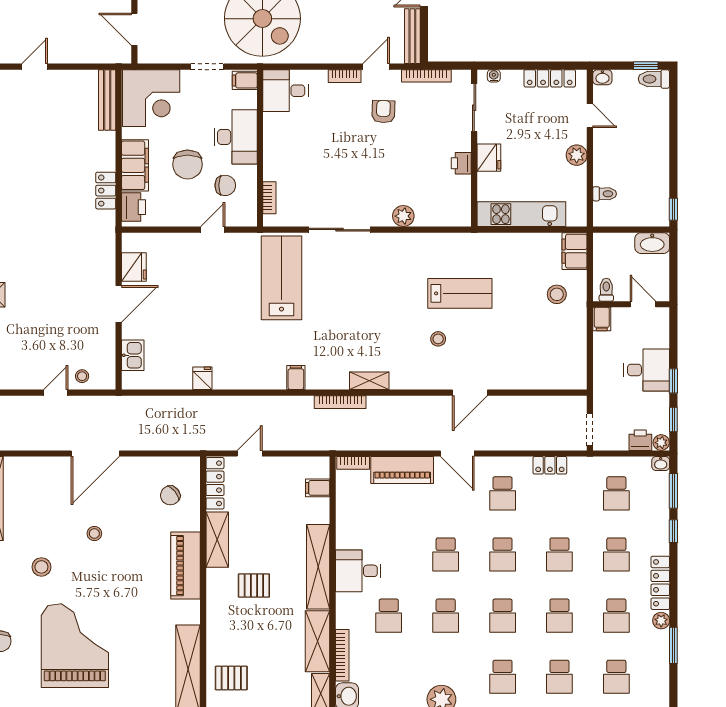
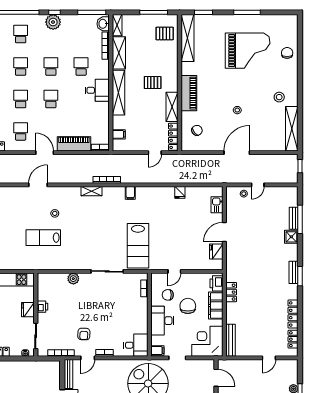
stool: (41, 567) -> (279, 97), moved
grand piano: (75, 646) -> (248, 51), turned -90

